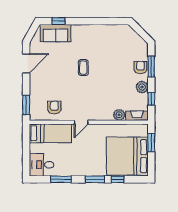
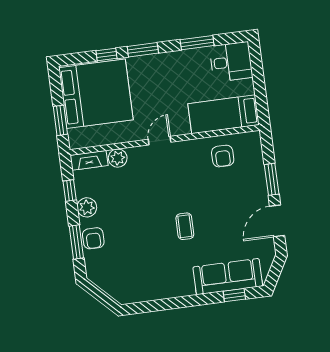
sofa: (56, 33) -> (228, 277), width x1.36
window: (26, 105) -> (272, 179), moved
door: (81, 122) -> (160, 141), moved

